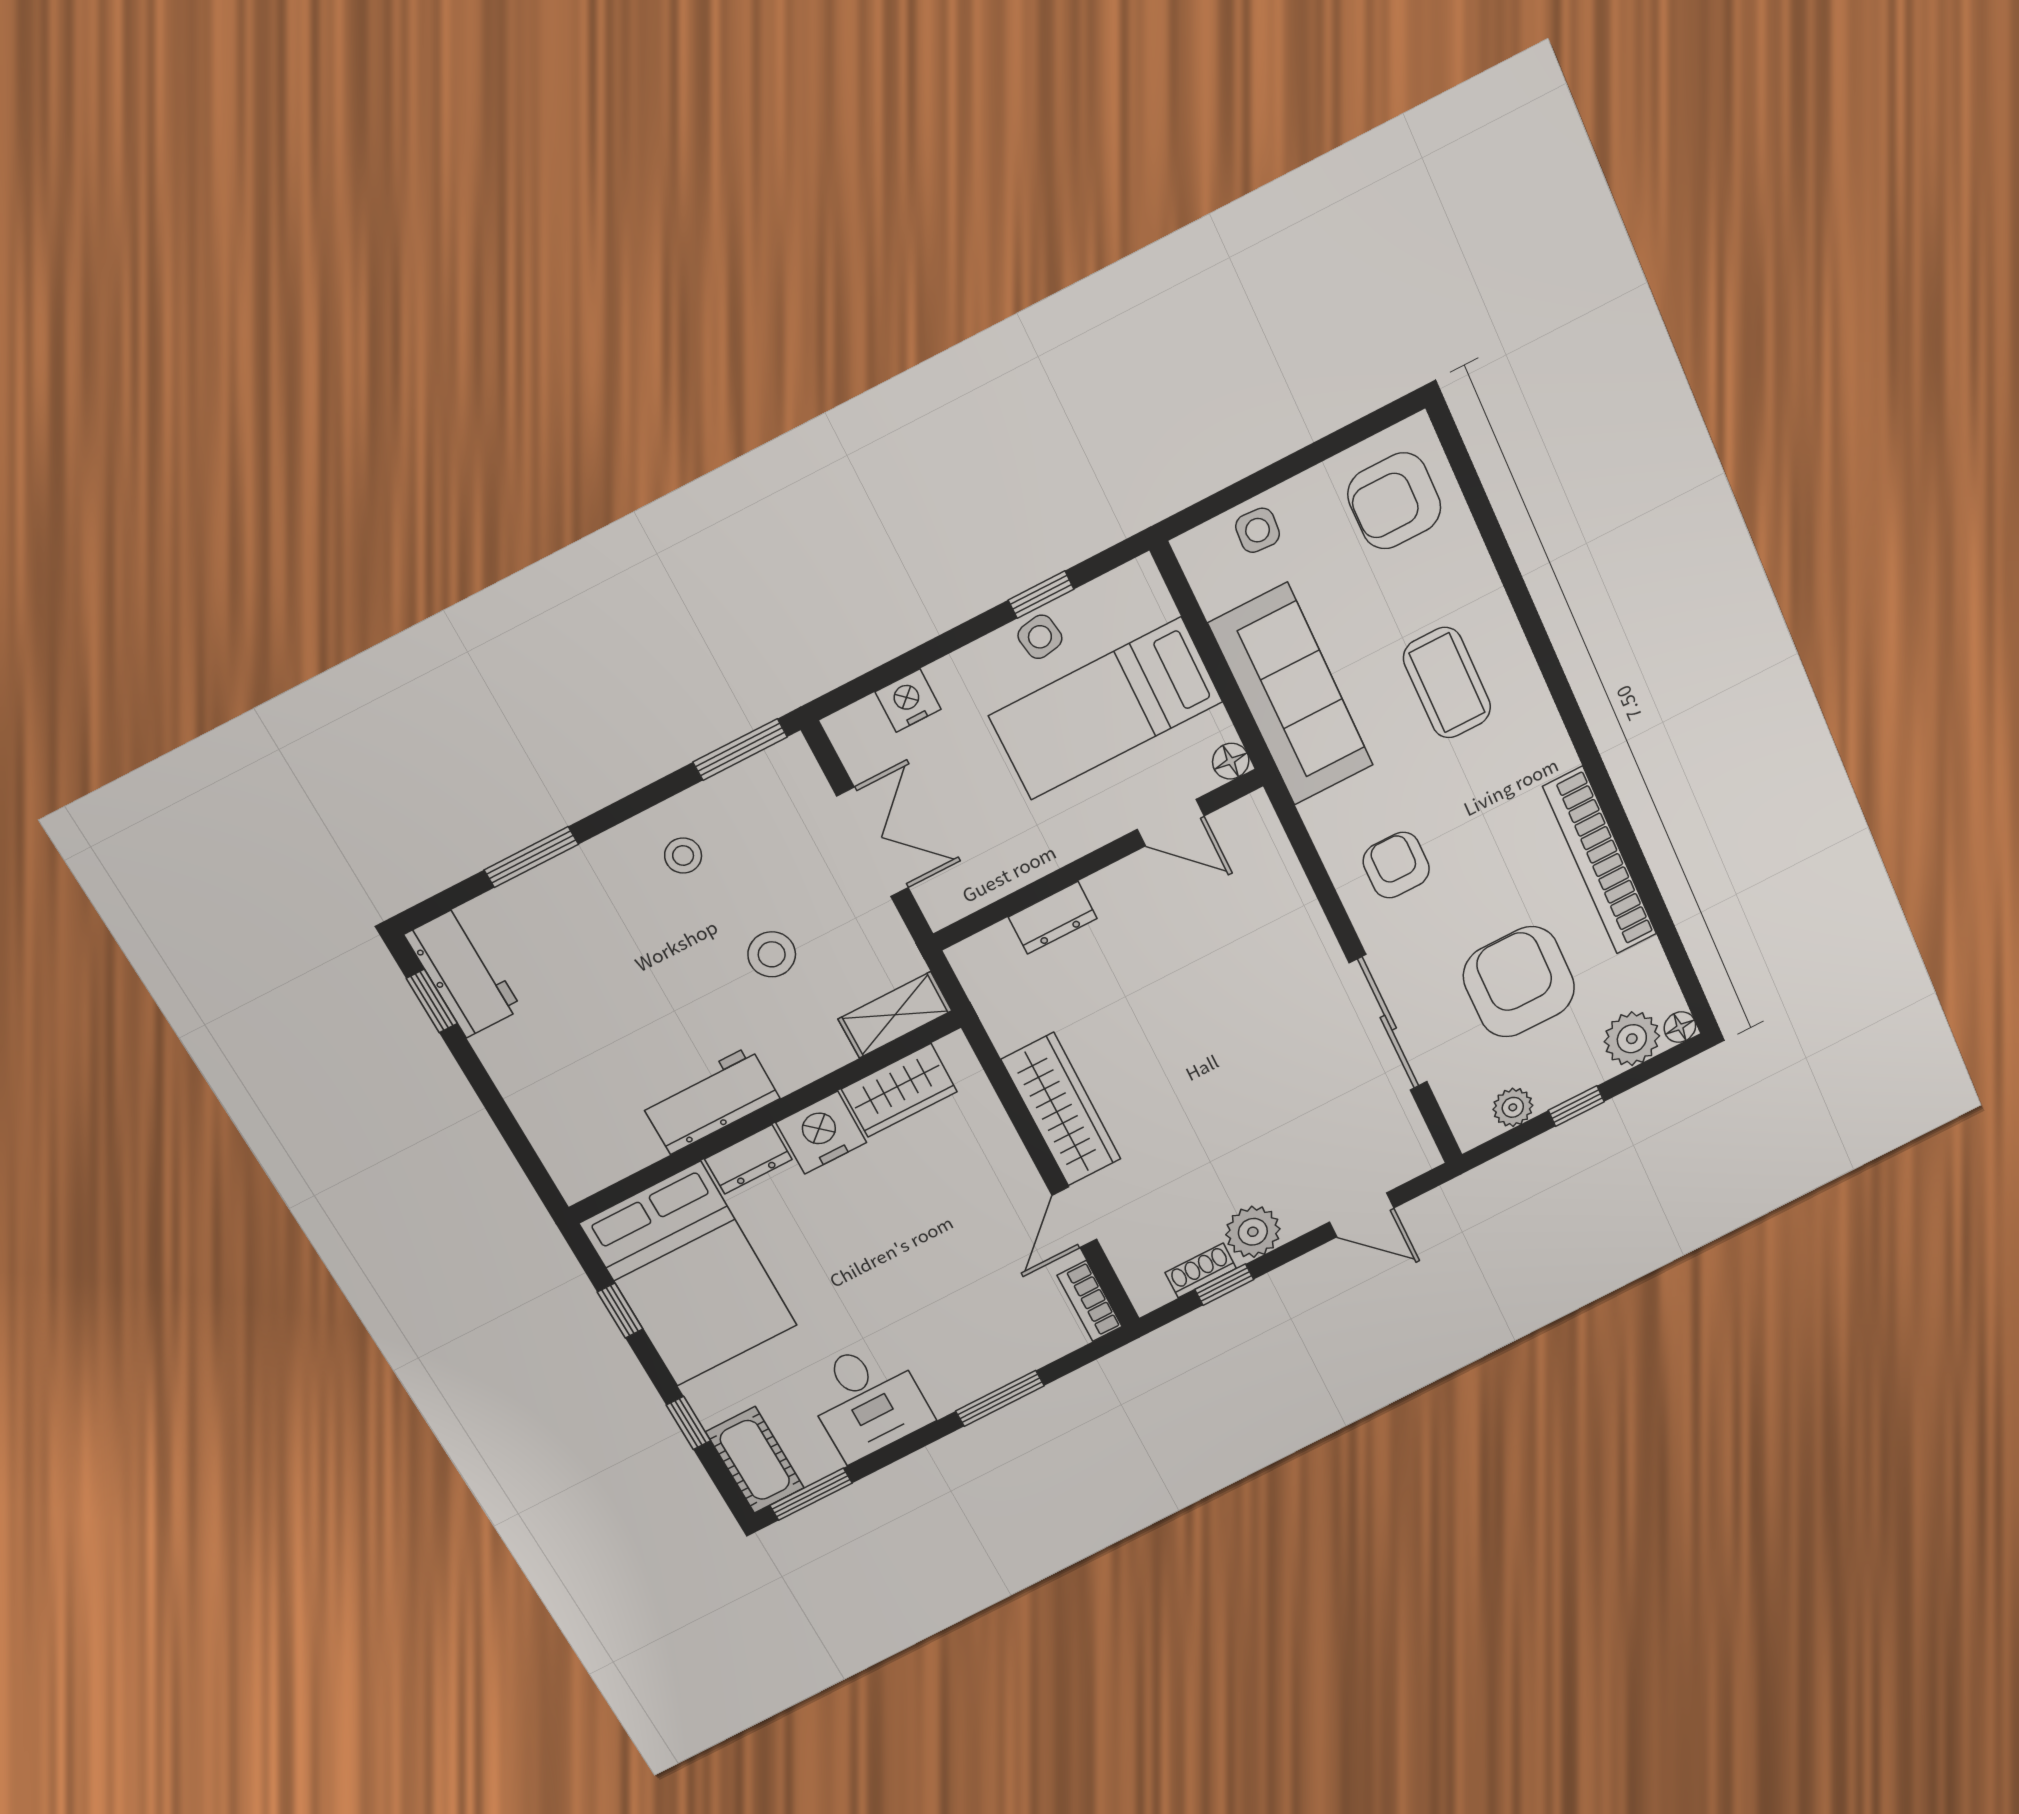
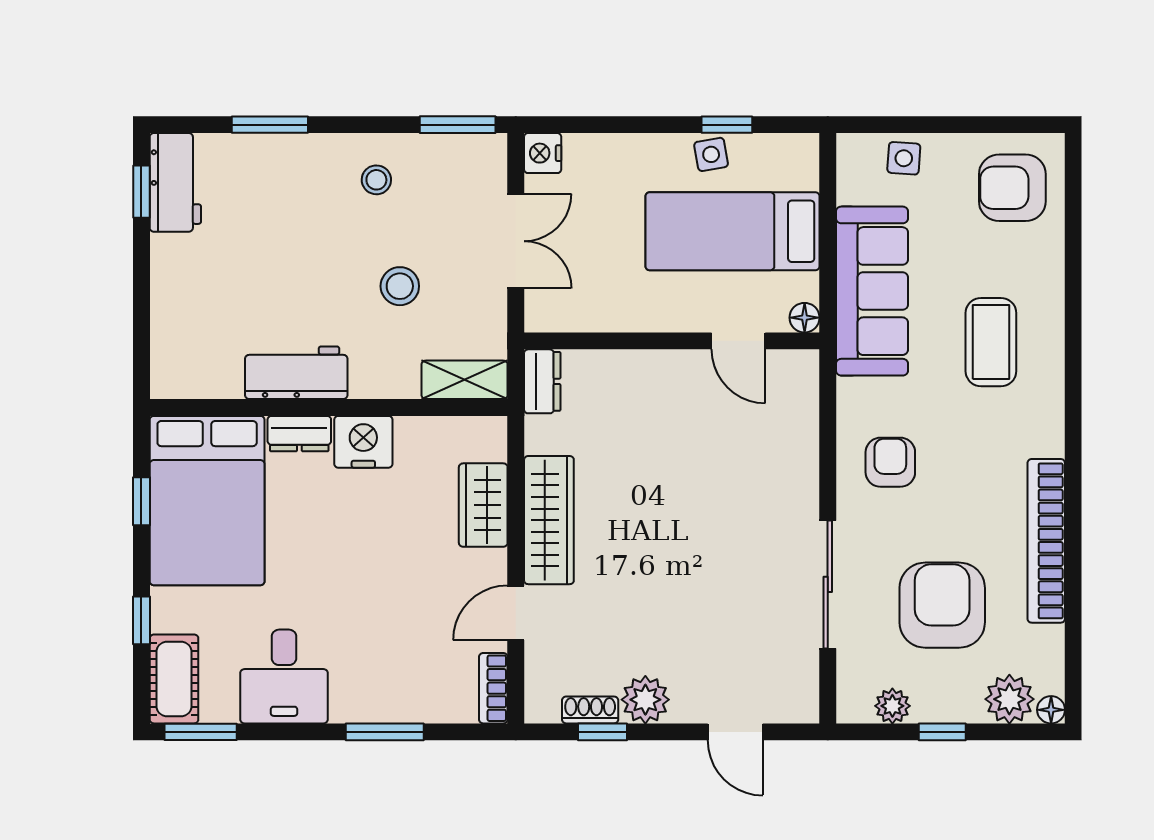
nightstand: (908, 701) -> (543, 153), moved, turned -90
dresser: (1053, 918) -> (542, 381), moved, turned -90
wardrobe: (899, 1090) -> (483, 505), moved, turned 90

